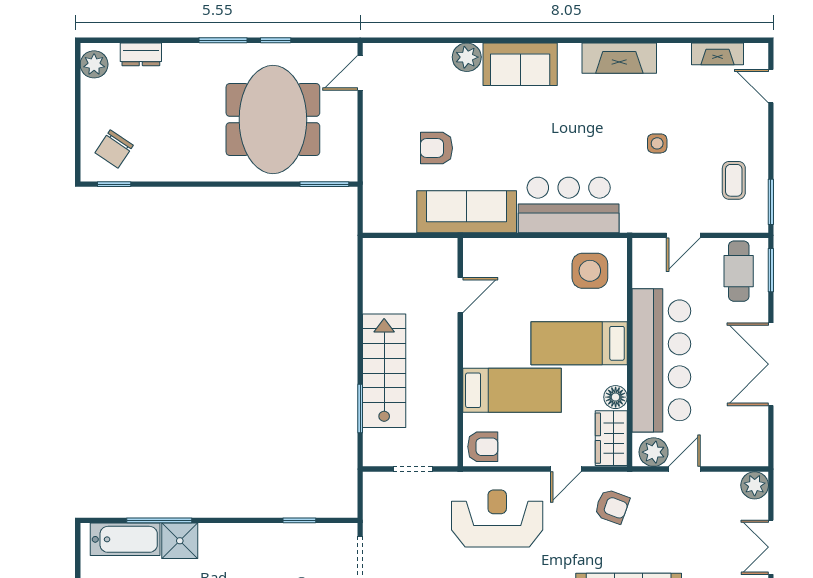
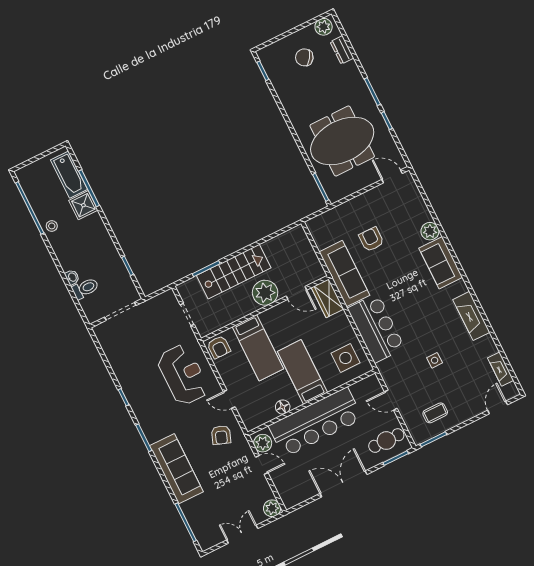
chair: (114, 149) -> (304, 57), moved
plant: (437, 340) -> (265, 293), added
wardrobe: (611, 438) -> (328, 298), moved, turned -90

